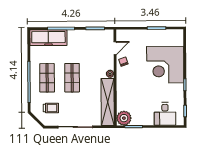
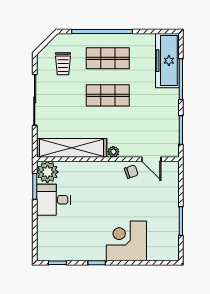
corner desk: (165, 65) -> (126, 241), width x0.74, depth x0.74
desk: (165, 114) -> (54, 200), moved

